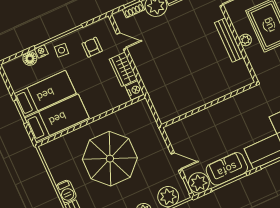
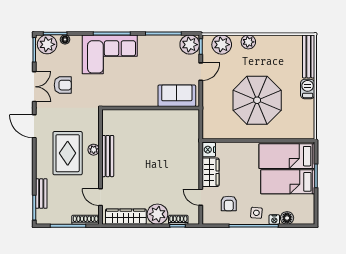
door: (176, 162) -> (201, 72), swing flipped
sofa: (227, 169) -> (177, 96), moved, turned 180

